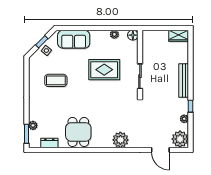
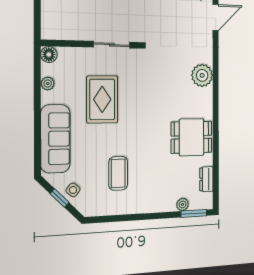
sofa: (74, 39) -> (55, 139), width x1.36

